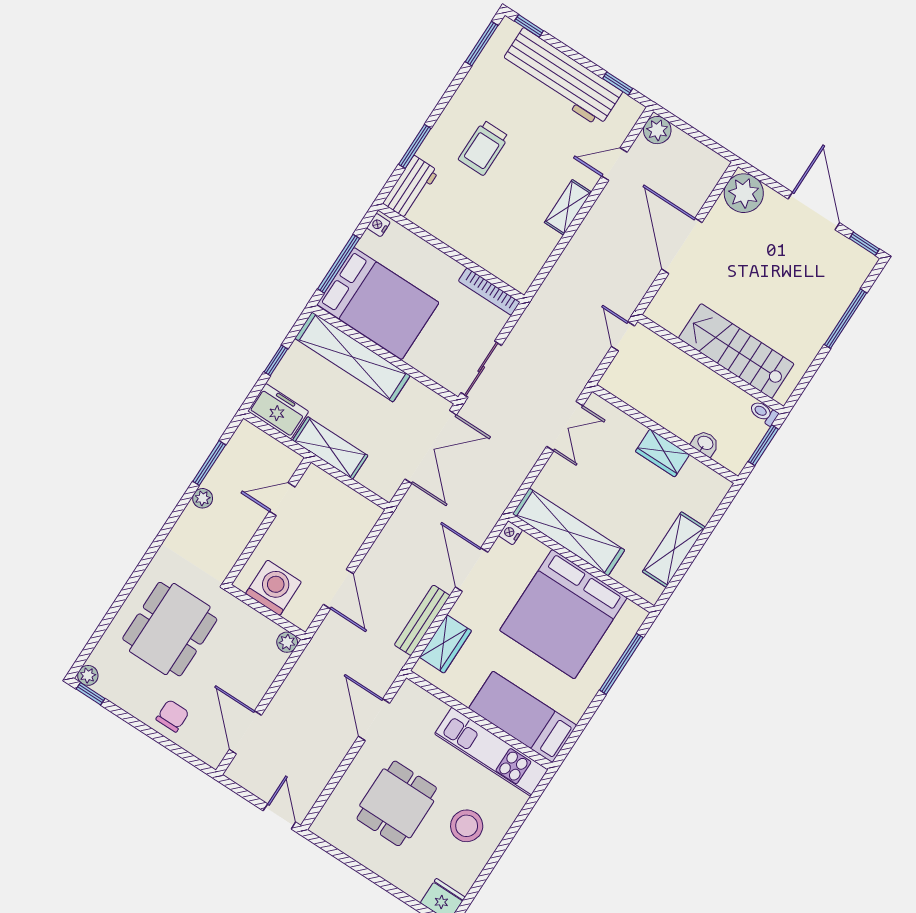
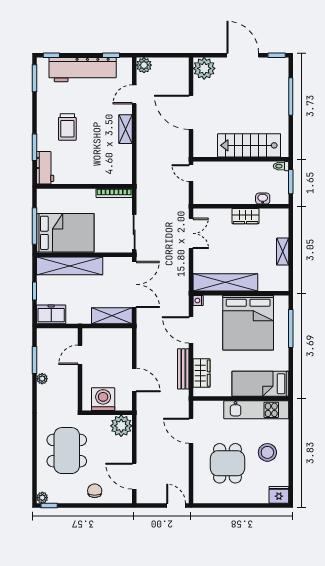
nightstand: (378, 225) -> (41, 196), removed
shelving: (330, 448) -> (112, 316), moved
shelving: (674, 550) -> (283, 252), width x0.67, depth x0.75
plant: (287, 642) -> (121, 426), width x1.87, depth x1.87

